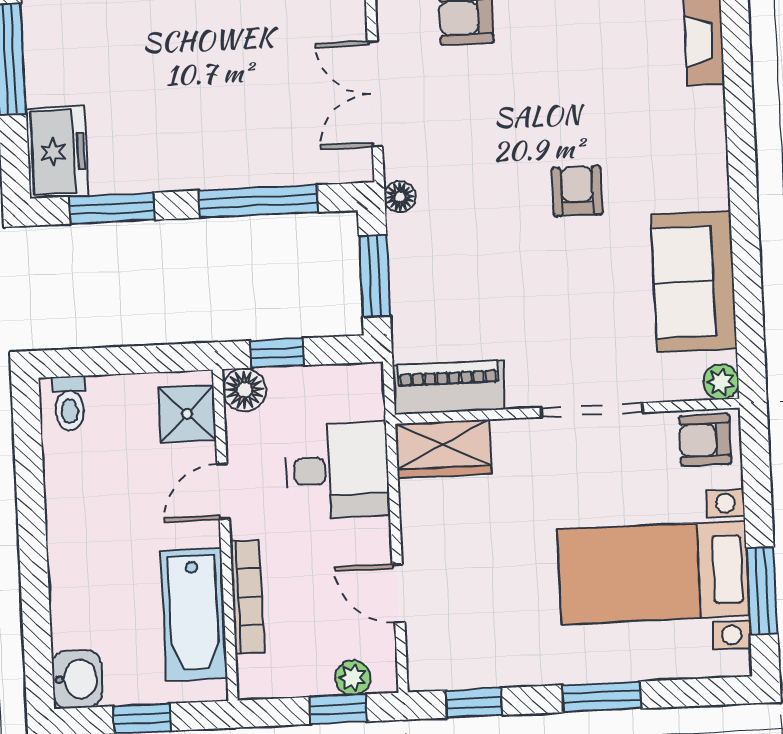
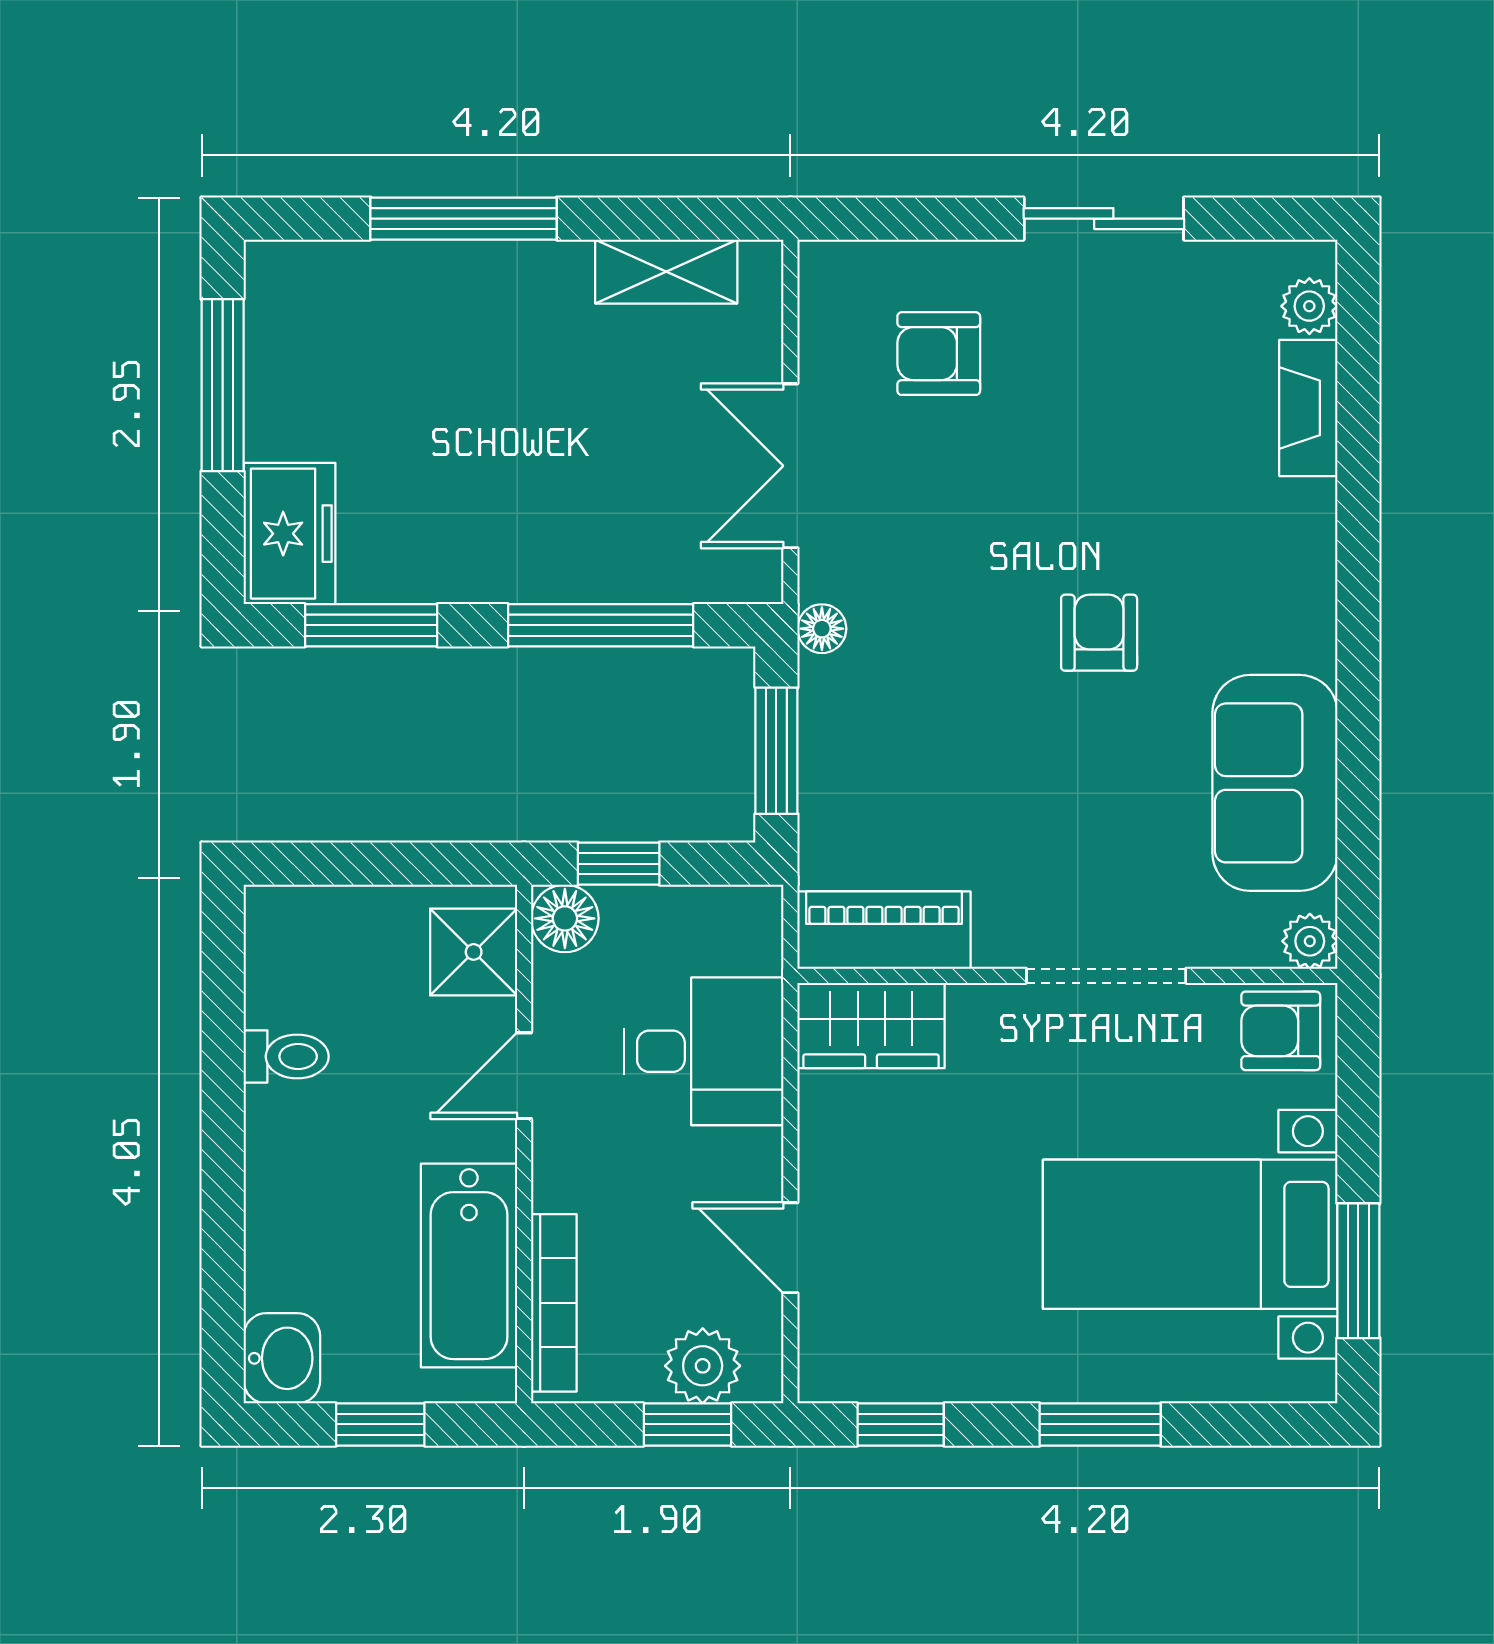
toilet: (69, 404) -> (286, 1056), moved, turned -90
bookcase: (247, 597) -> (554, 1303), moved
plant: (353, 678) -> (703, 1366), width x1.38, depth x1.38

